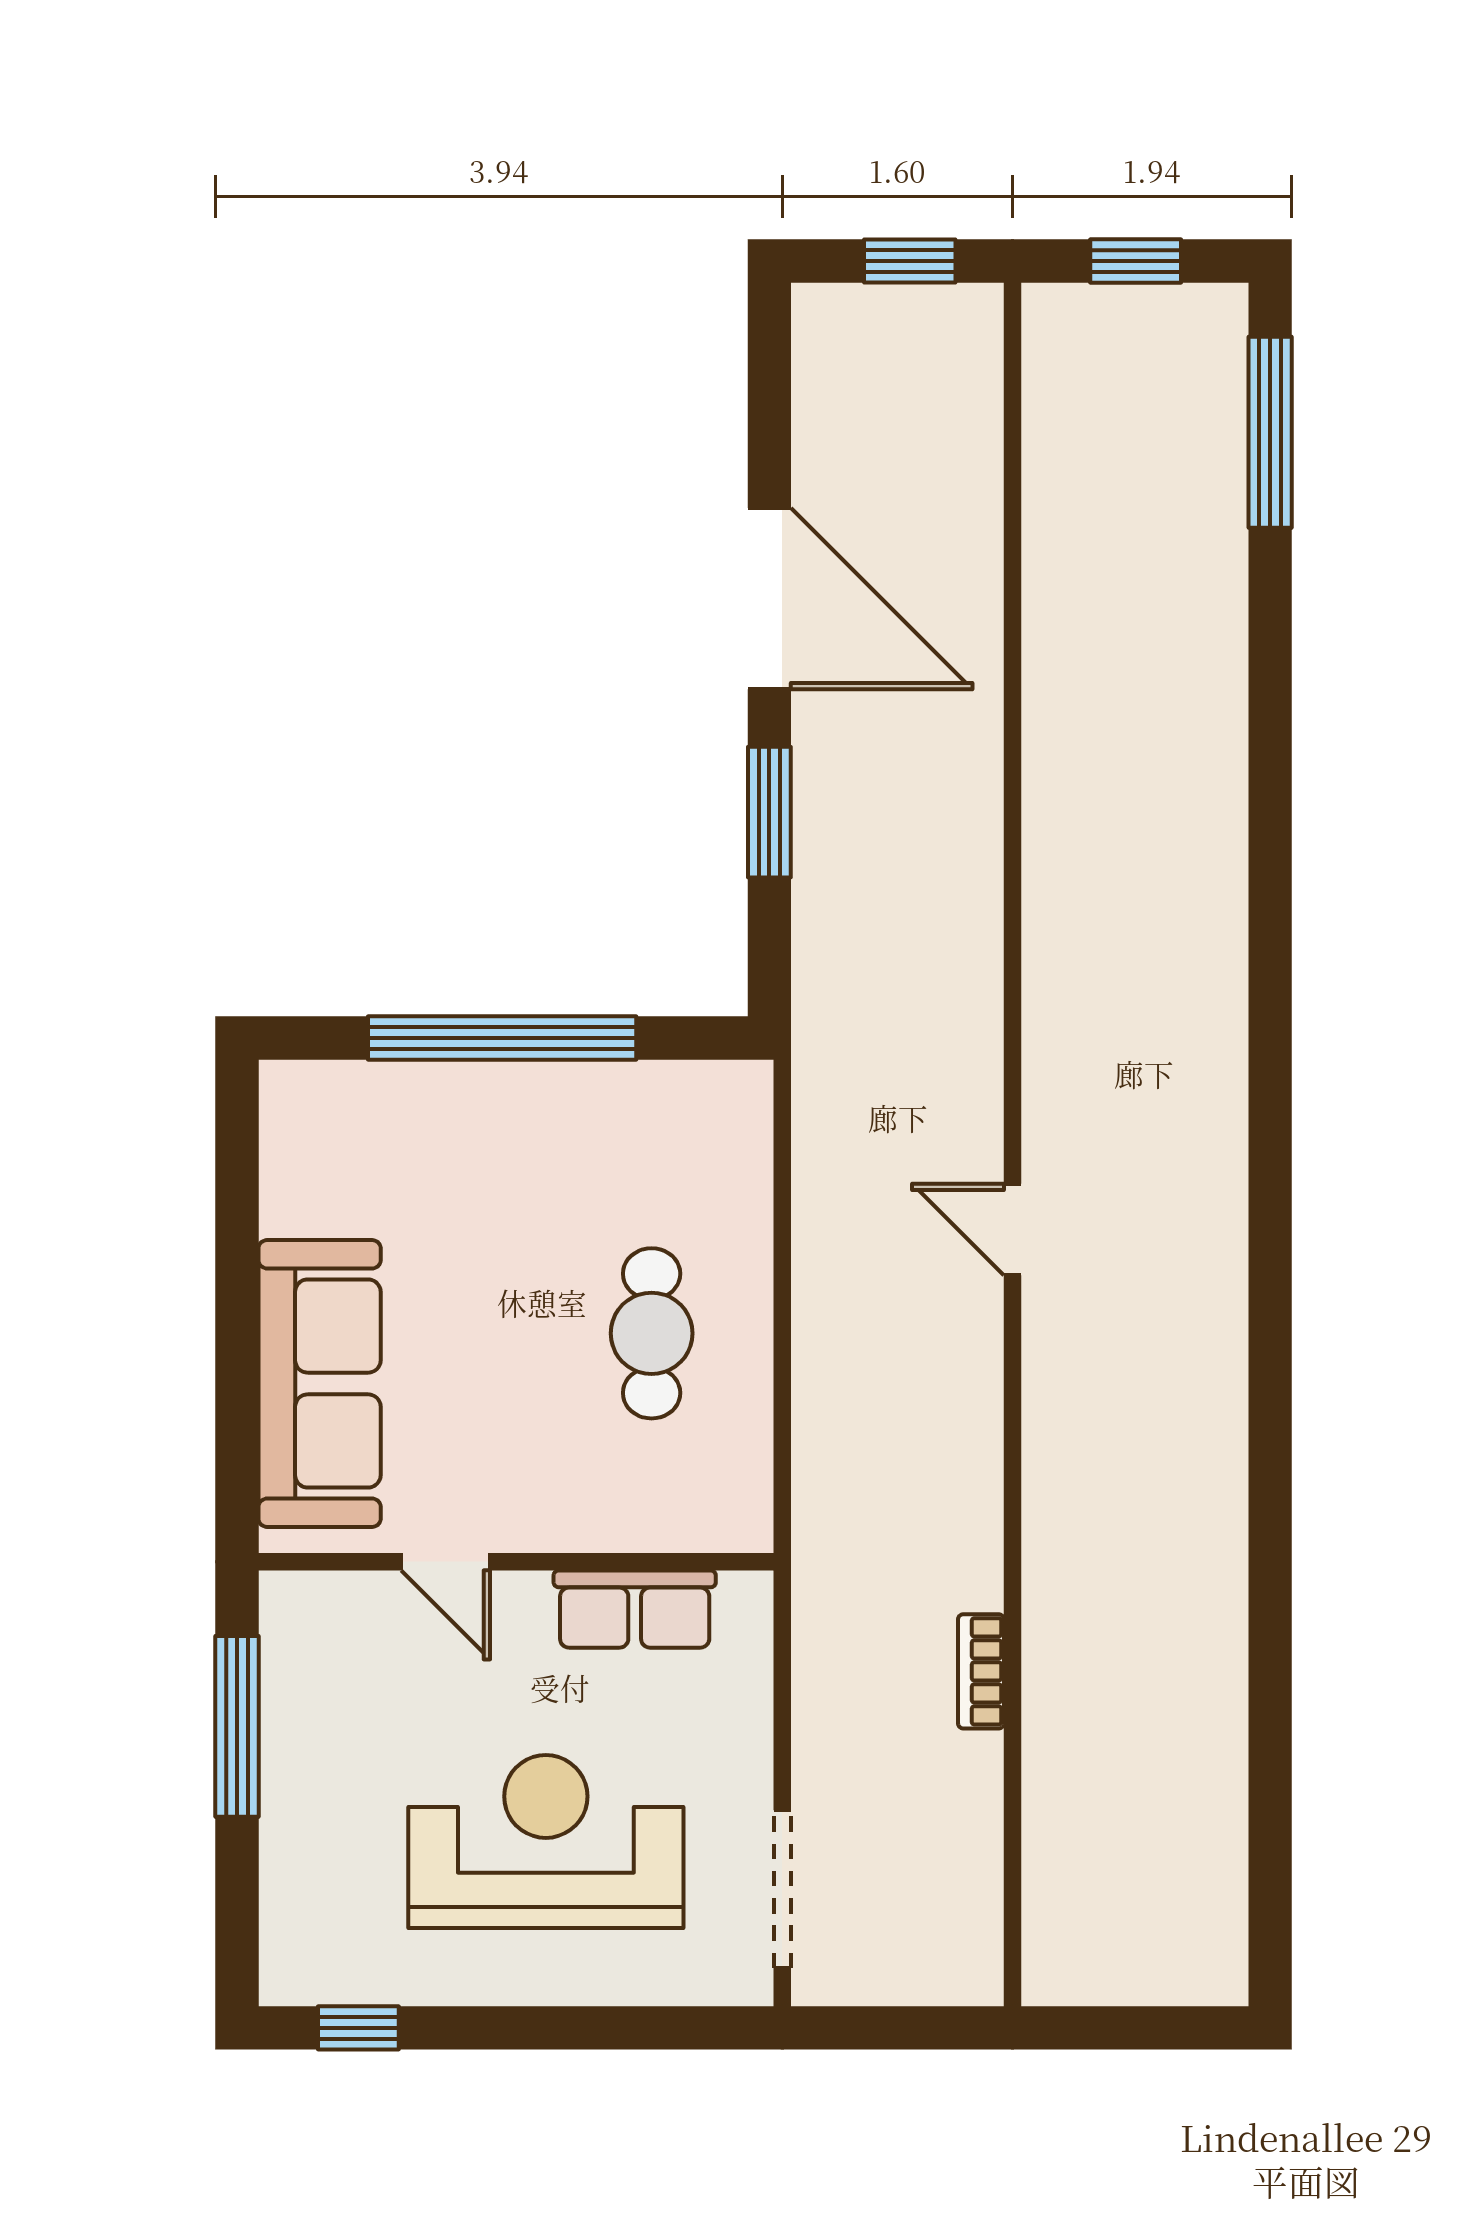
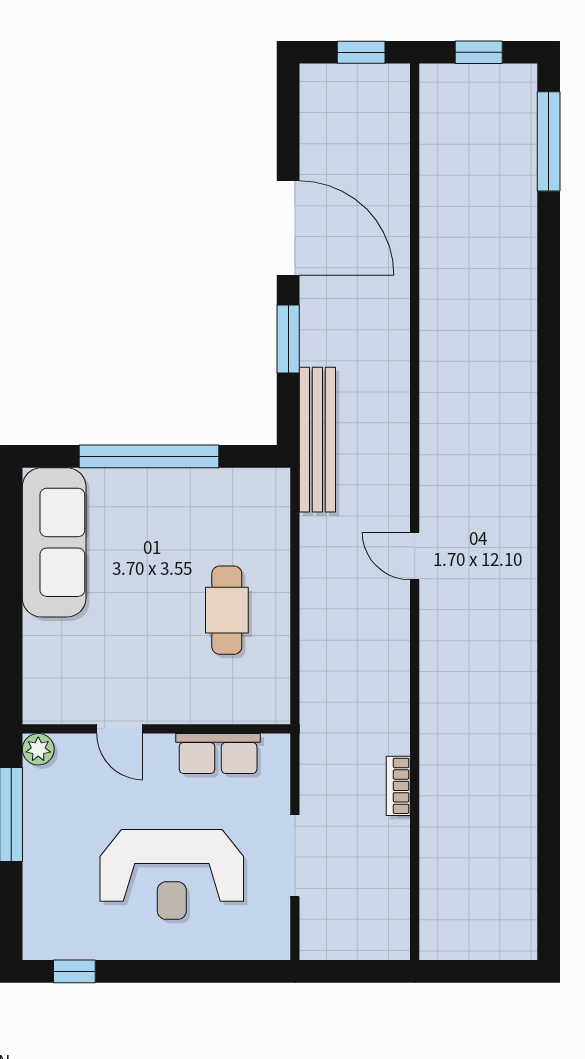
bench: (826, 1005) -> (317, 440), added
sofa: (320, 1383) -> (54, 542), moved
plant: (289, 1601) -> (38, 749), added
reception desk: (546, 1841) -> (172, 874), turned 180
doorway: (782, 1889) -> (295, 856), moved

